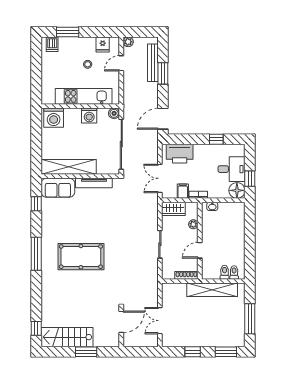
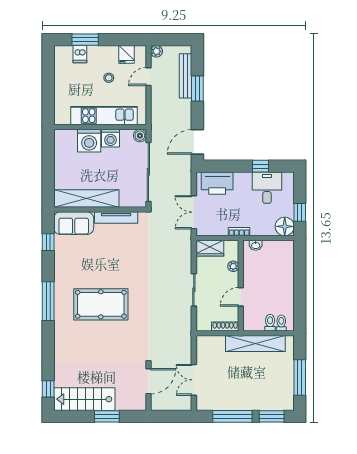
dishwasher: (52, 44) -> (80, 54), moved
washing machine: (54, 118) -> (89, 141), moved
desk: (232, 169) -> (267, 188), moved, turned -90
filing cabinet: (183, 191) -> (221, 227), removed
window: (193, 352) -> (232, 416), width x2.17

